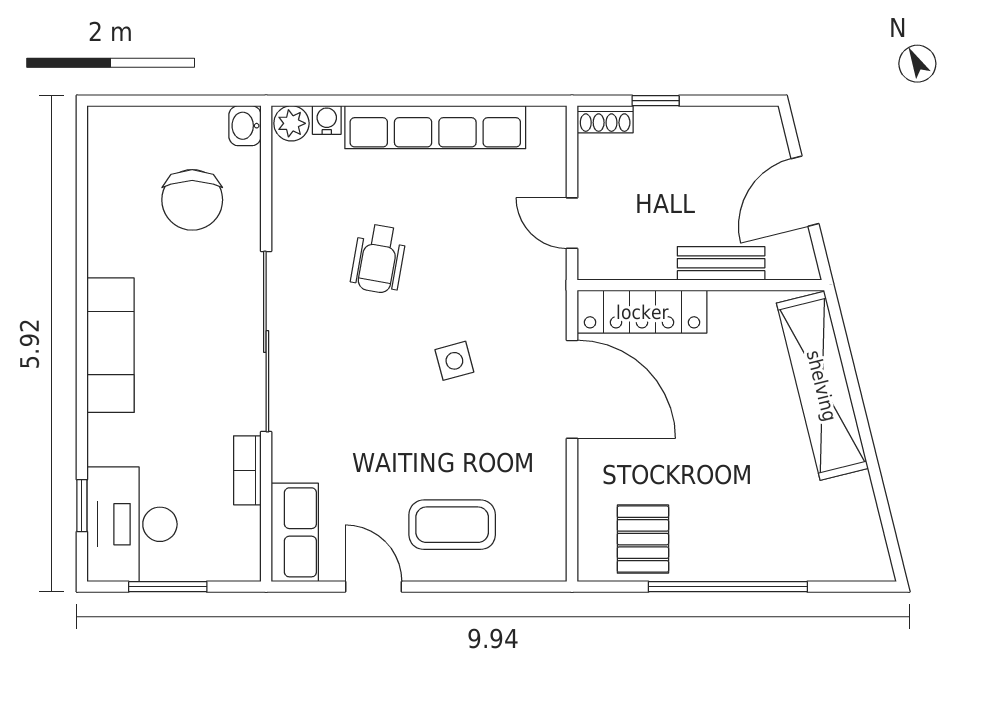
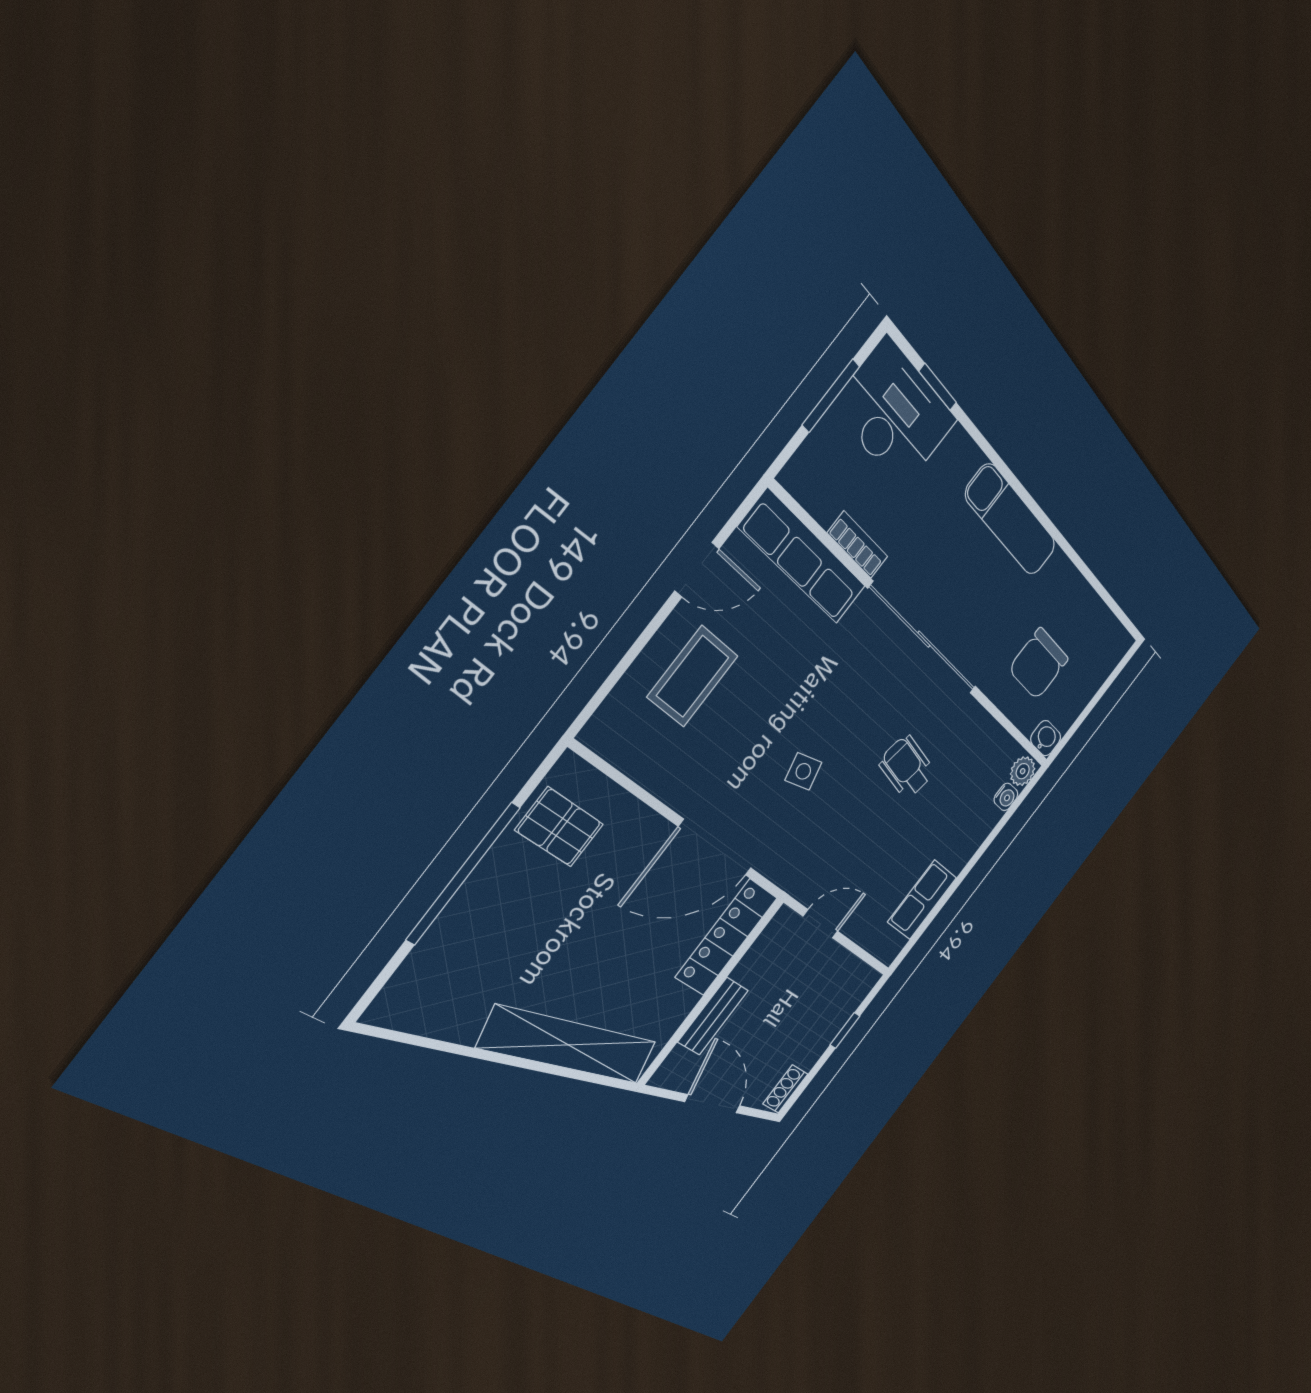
shoe rack: (605, 119) -> (785, 1089), moved
row of seats: (435, 127) -> (922, 900), width x0.50
chair: (192, 200) -> (1039, 664), turned -90
row of seats: (295, 532) -> (803, 557), width x1.48

